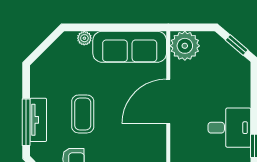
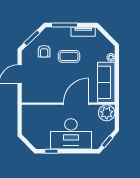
door: (168, 101) -> (76, 104), hinge flipped
tv unit: (38, 120) -> (83, 32), moved
desk: (229, 128) -> (71, 134), width x1.87, depth x1.30

